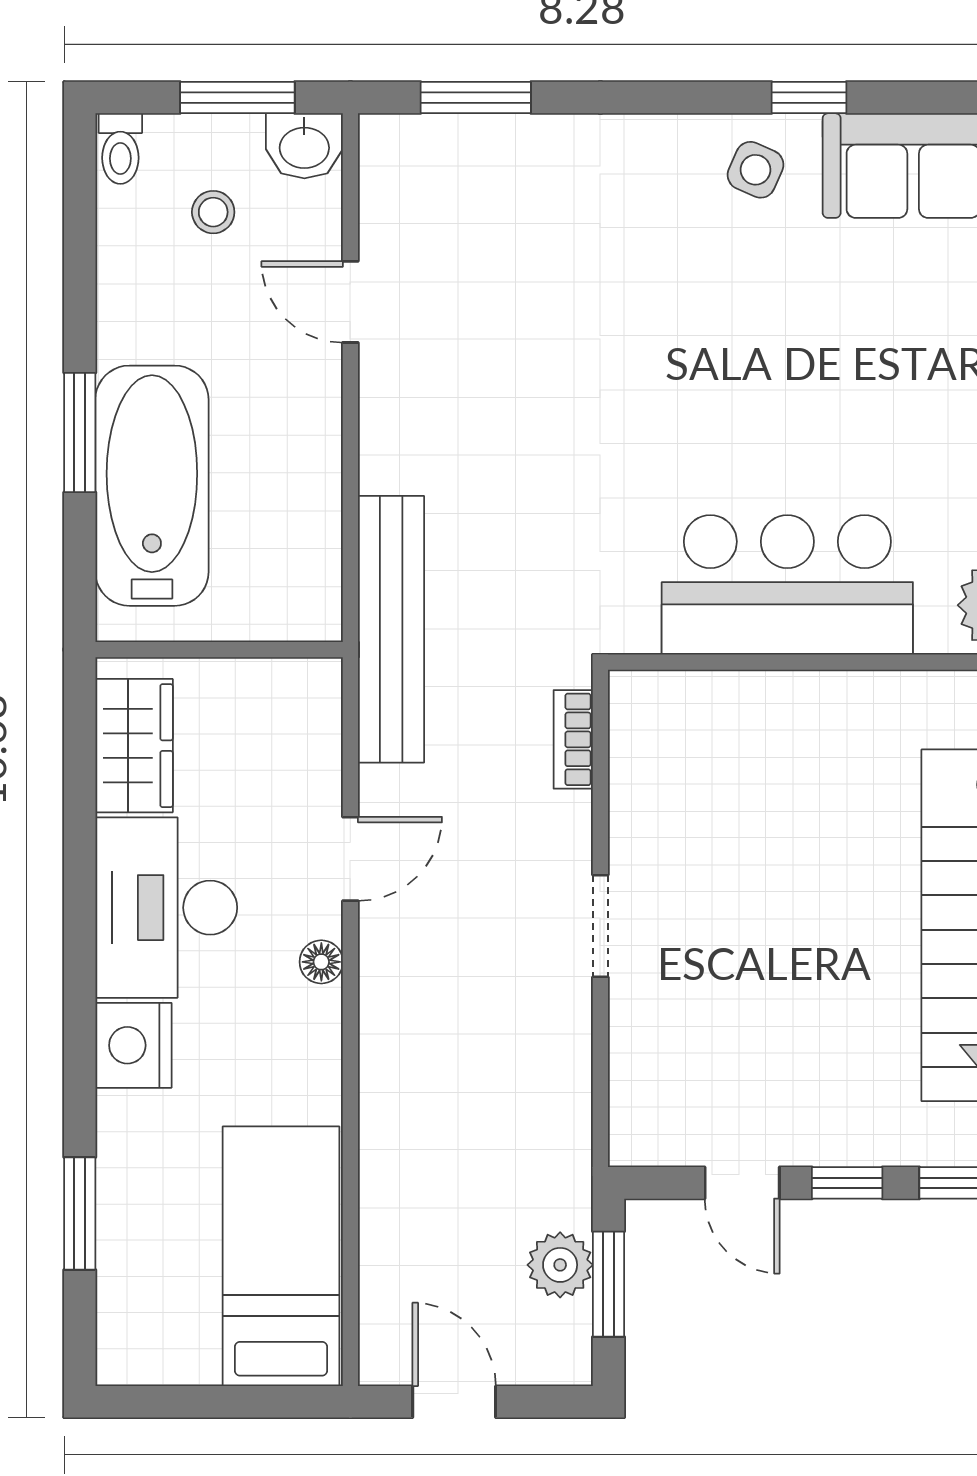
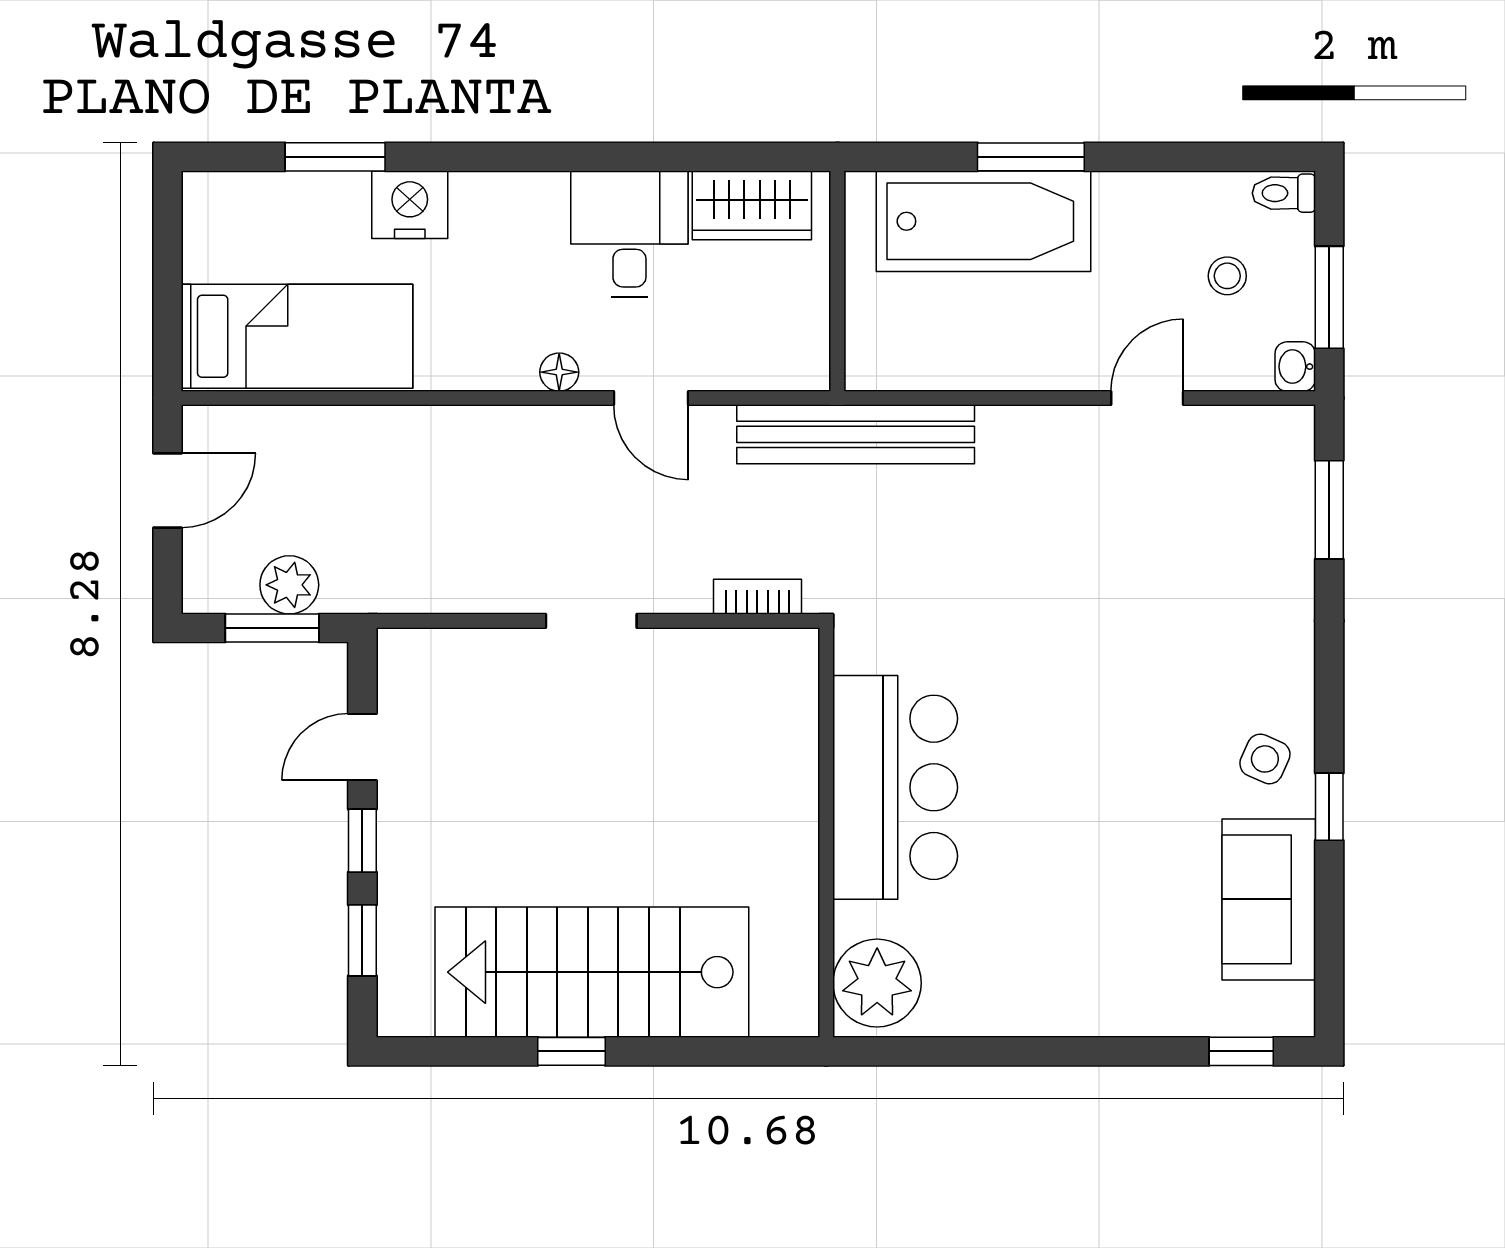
washbasin: (304, 146) -> (1295, 367), width x0.72, depth x0.69
desk: (166, 908) -> (629, 234), width x0.73
nightstand: (133, 1045) -> (410, 205), moved

